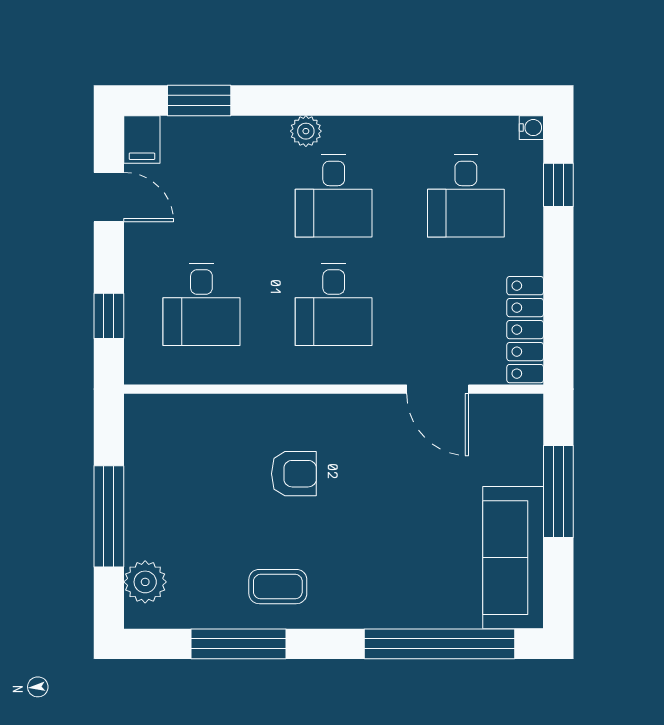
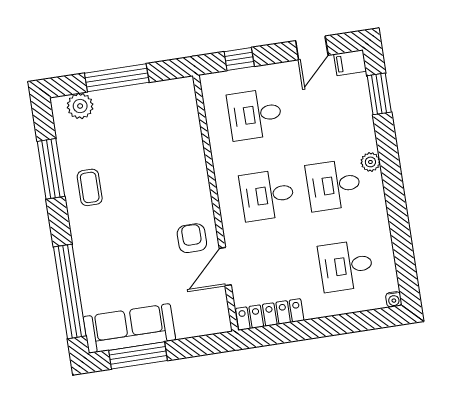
window: (558, 185) -> (361, 321), removed
armchair: (294, 474) -> (192, 238), moved, turned 180
window: (558, 491) -> (138, 355), moved

